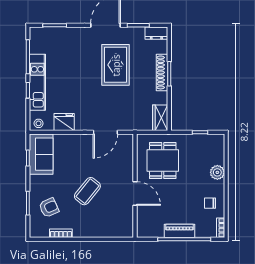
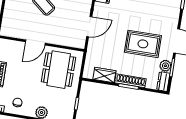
plant: (137, 34) -> (165, 66), added
wardrobe: (160, 118) -> (104, 75), moved
door: (105, 132) -> (89, 27), swing flipped
dining table: (163, 161) -> (59, 70), width x1.38

